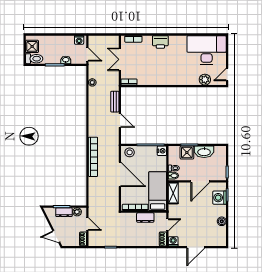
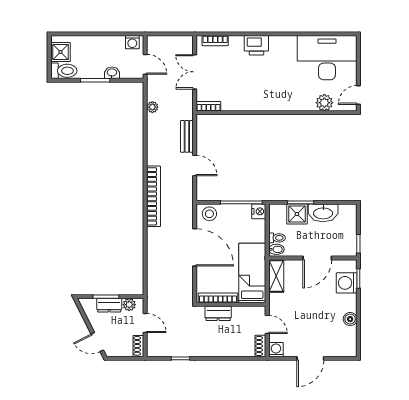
bookcase: (93, 157) -> (154, 196), moved
dresser: (145, 217) -> (218, 313), moved
door: (167, 225) -> (267, 324), hinge flipped

